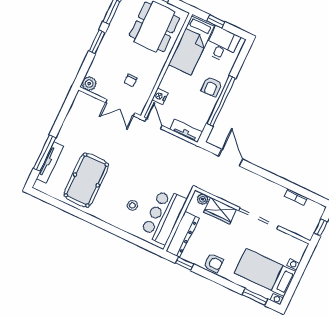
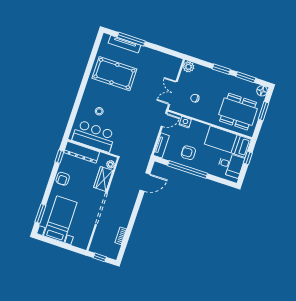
armchair: (211, 87) -> (188, 153), moved

